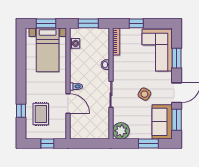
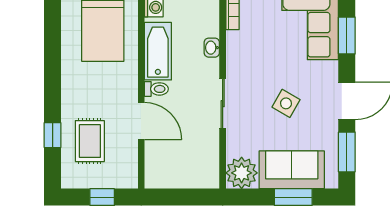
bathtub: (77, 67) -> (158, 51), added
sofa: (162, 122) -> (292, 170), moved, turned 90

